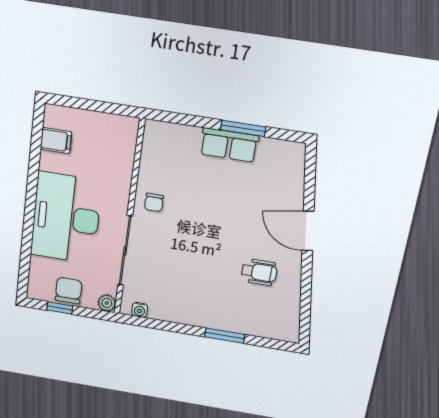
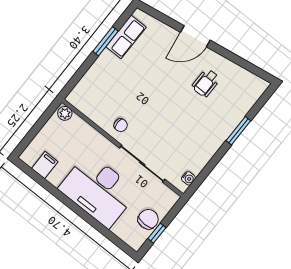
row of seats: (229, 145) -> (126, 37), moved
wheelchair: (259, 272) -> (206, 83), turned 180
chair: (69, 291) -> (148, 219), turned 90
plant: (107, 303) -> (65, 113), moved

